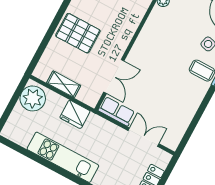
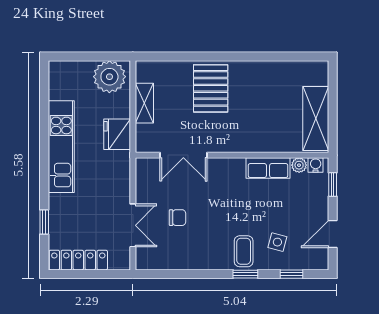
chair: (155, 104) -> (178, 218), added
row of seats: (117, 111) -> (268, 168), moved, turned 90

